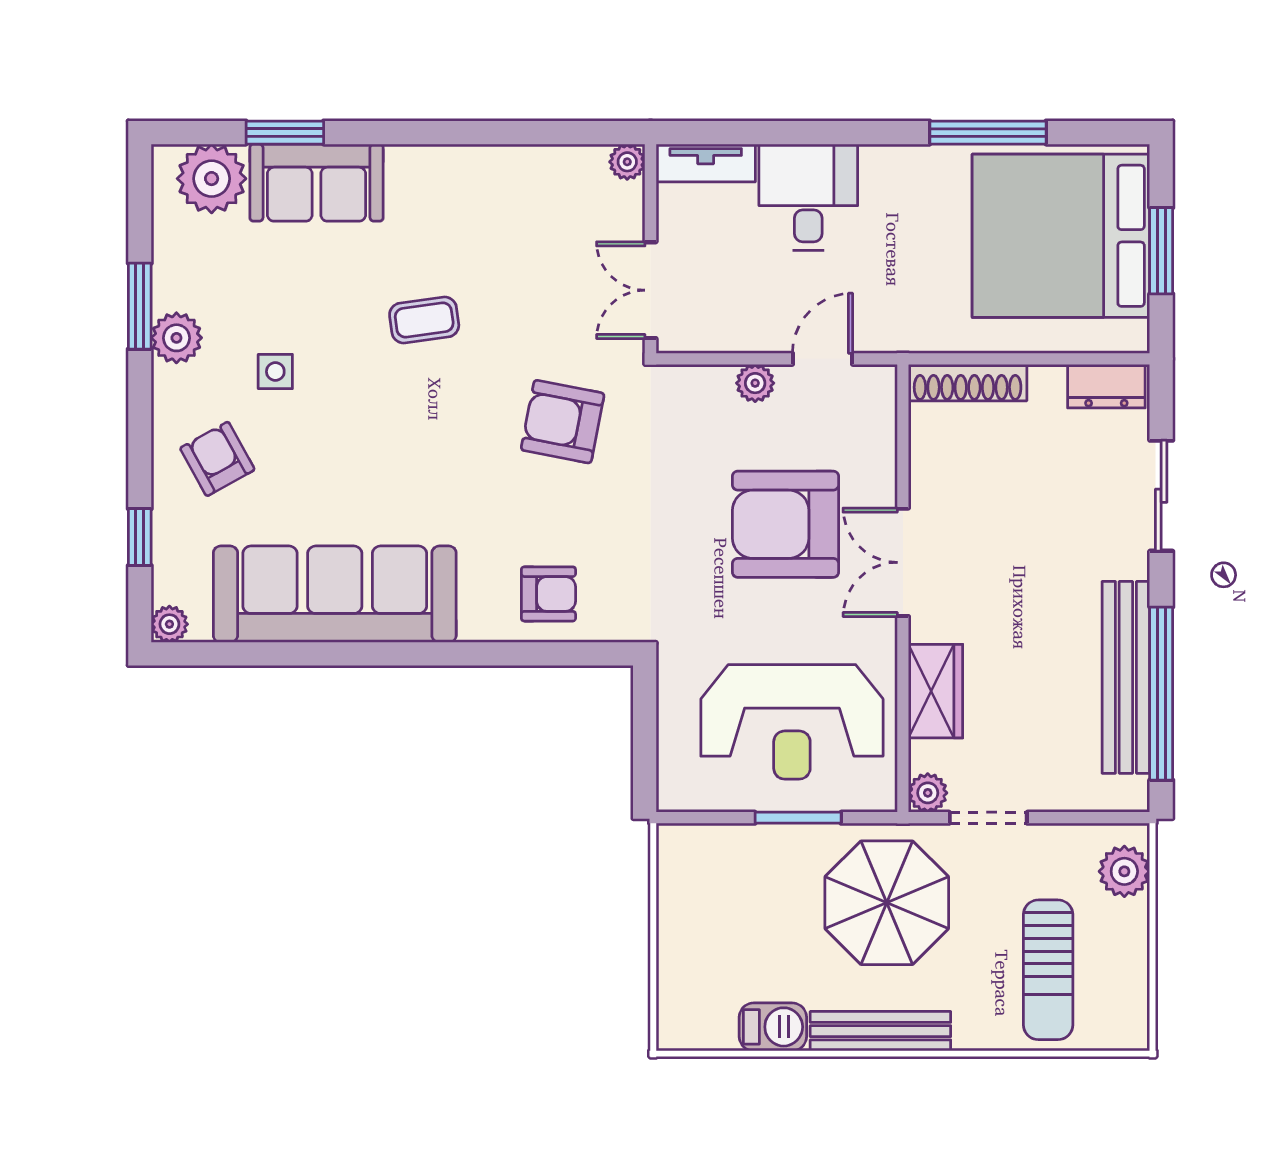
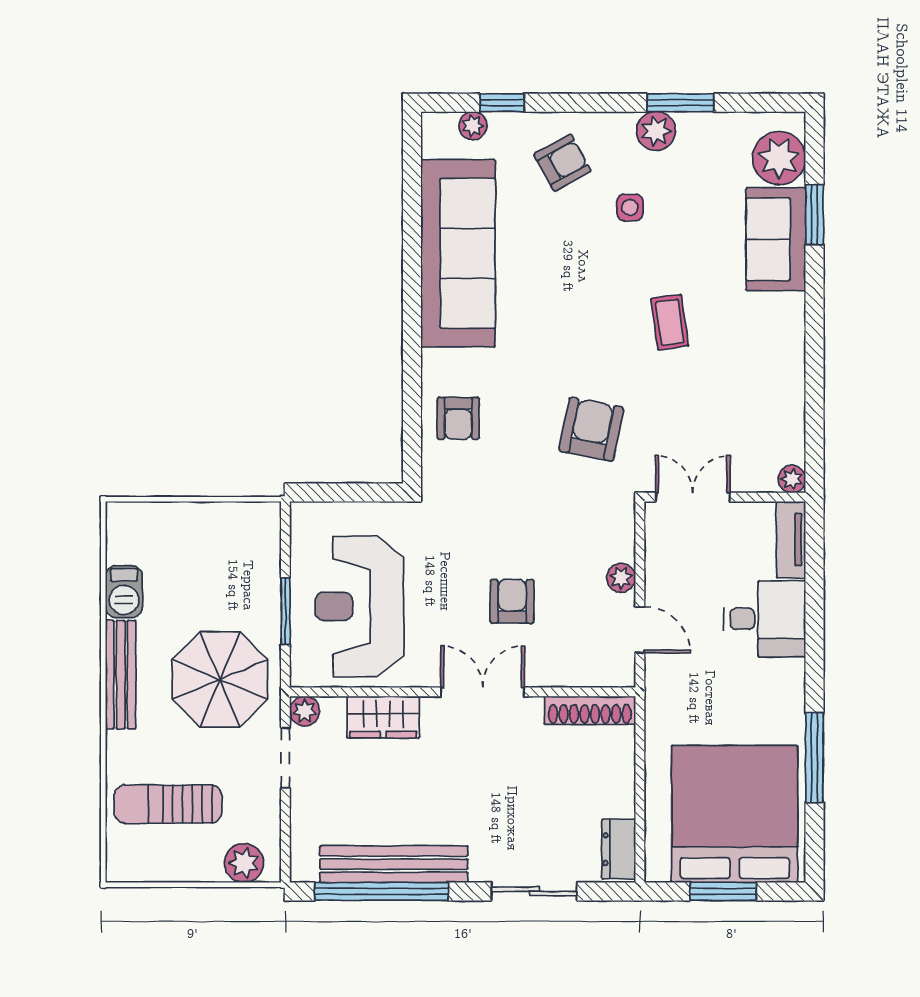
shoe rack: (968, 383) -> (590, 710), moved, turned -90
armchair: (786, 524) -> (512, 601), width x0.53, depth x0.53
plant: (169, 624) -> (473, 126), moved

